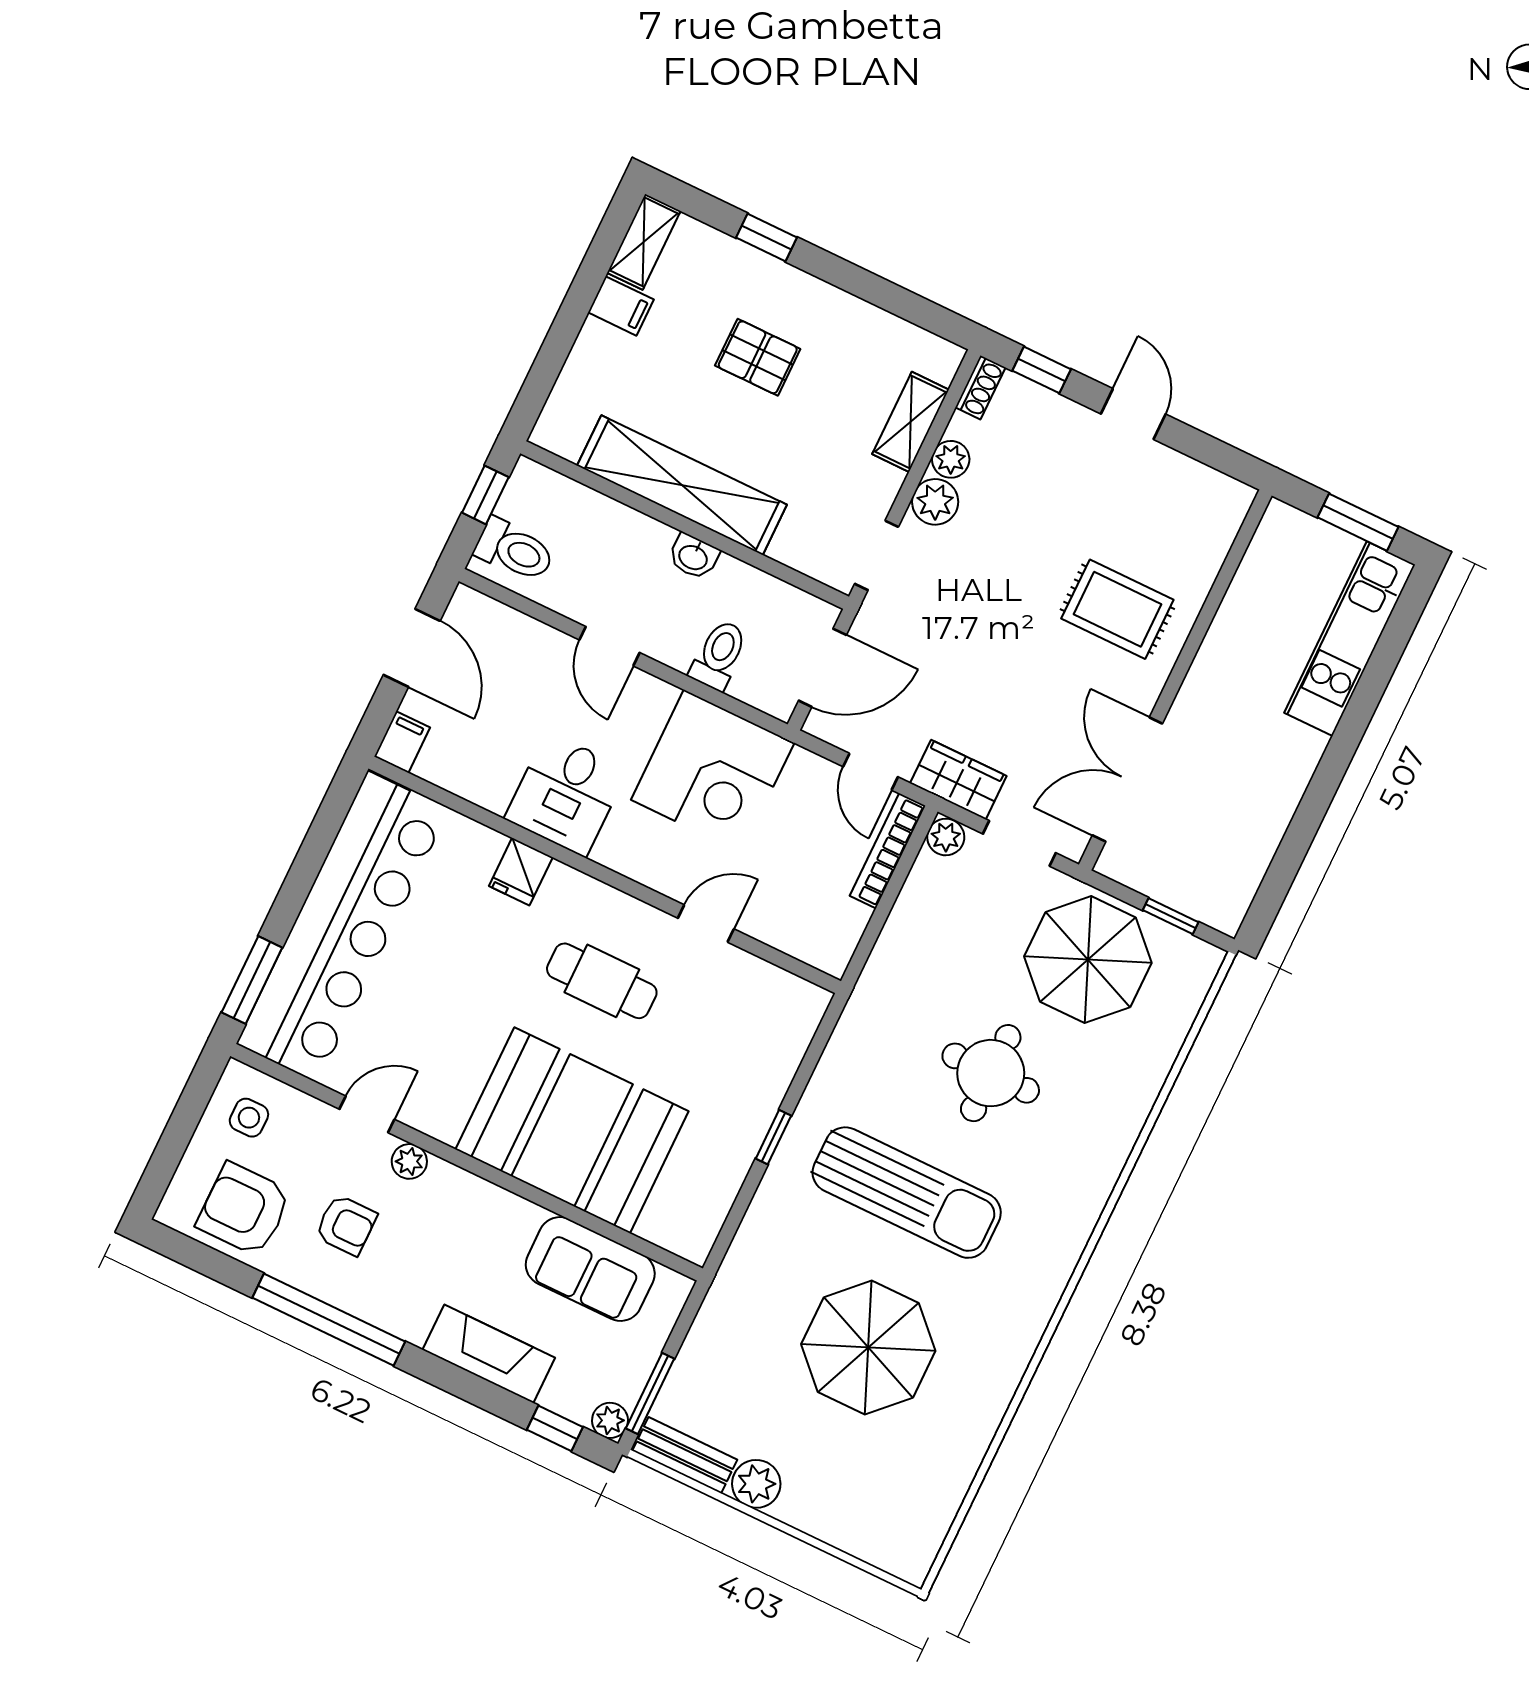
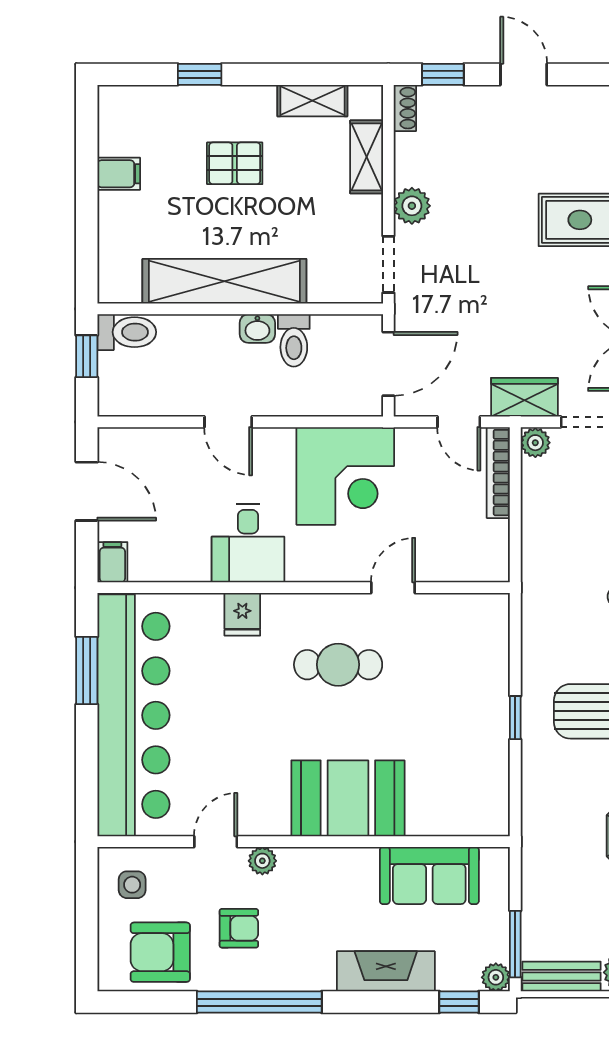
shelving: (644, 242) -> (312, 101), moved, turned 90
plant: (951, 459) -> (408, 170), removed
toilet: (515, 550) -> (127, 332), moved
toilet: (719, 655) -> (294, 340), moved, turned 180
window: (252, 980) -> (87, 670), moved
booth: (572, 1130) -> (348, 798), width x0.73, depth x0.70

